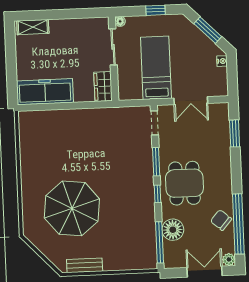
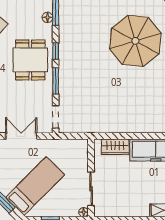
bed: (156, 68) -> (35, 186), moved, turned -135
wardrobe: (103, 87) -> (115, 147), moved, turned 90
floor lamp: (173, 230) -> (48, 17), width x0.53, depth x0.53

